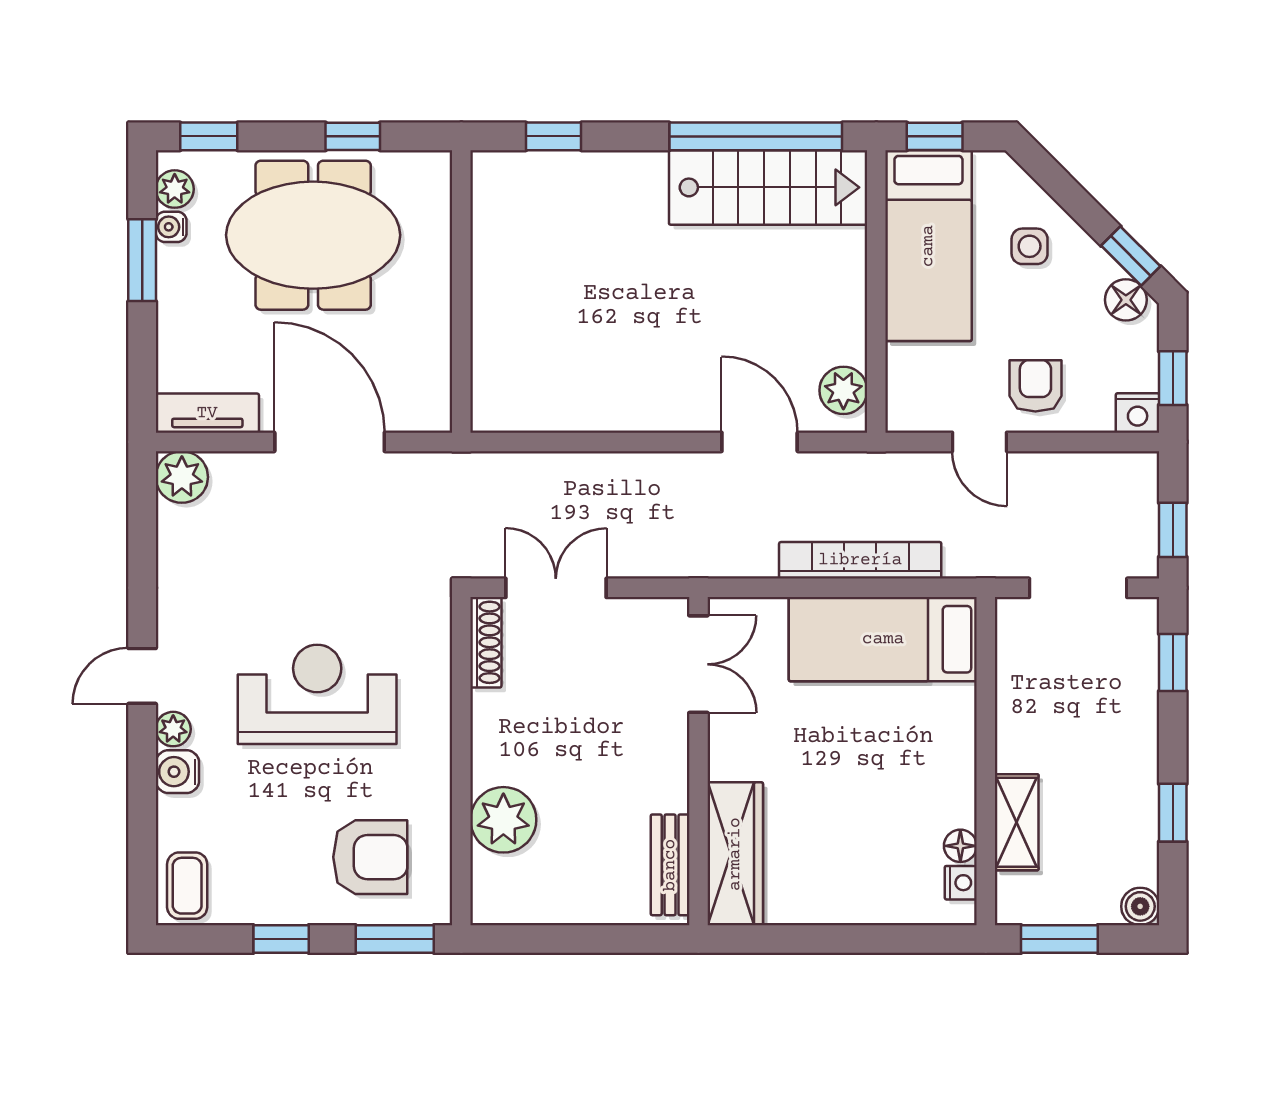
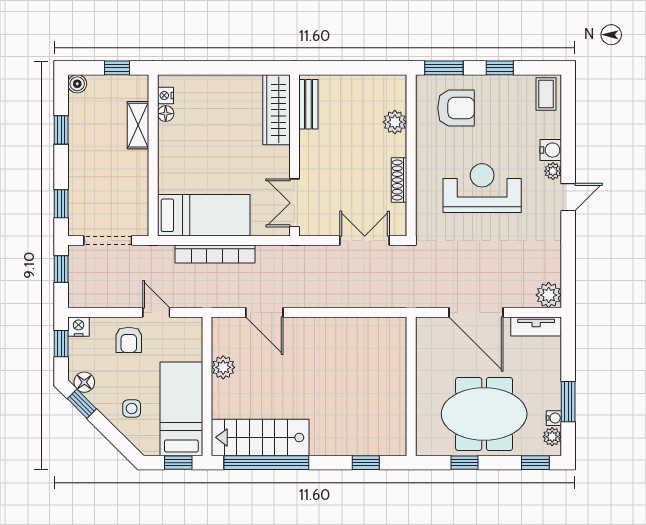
plant: (843, 390) -> (223, 367), moved
double door: (556, 588) -> (365, 240), swing flipped
shoe rack: (486, 642) -> (399, 180), moved
reception desk: (317, 694) -> (482, 188), turned 180
plant: (503, 820) -> (395, 122), width x0.73, depth x0.73
armchair: (370, 857) -> (456, 108), turned 180
window: (1059, 939) -> (117, 68), width x0.67

